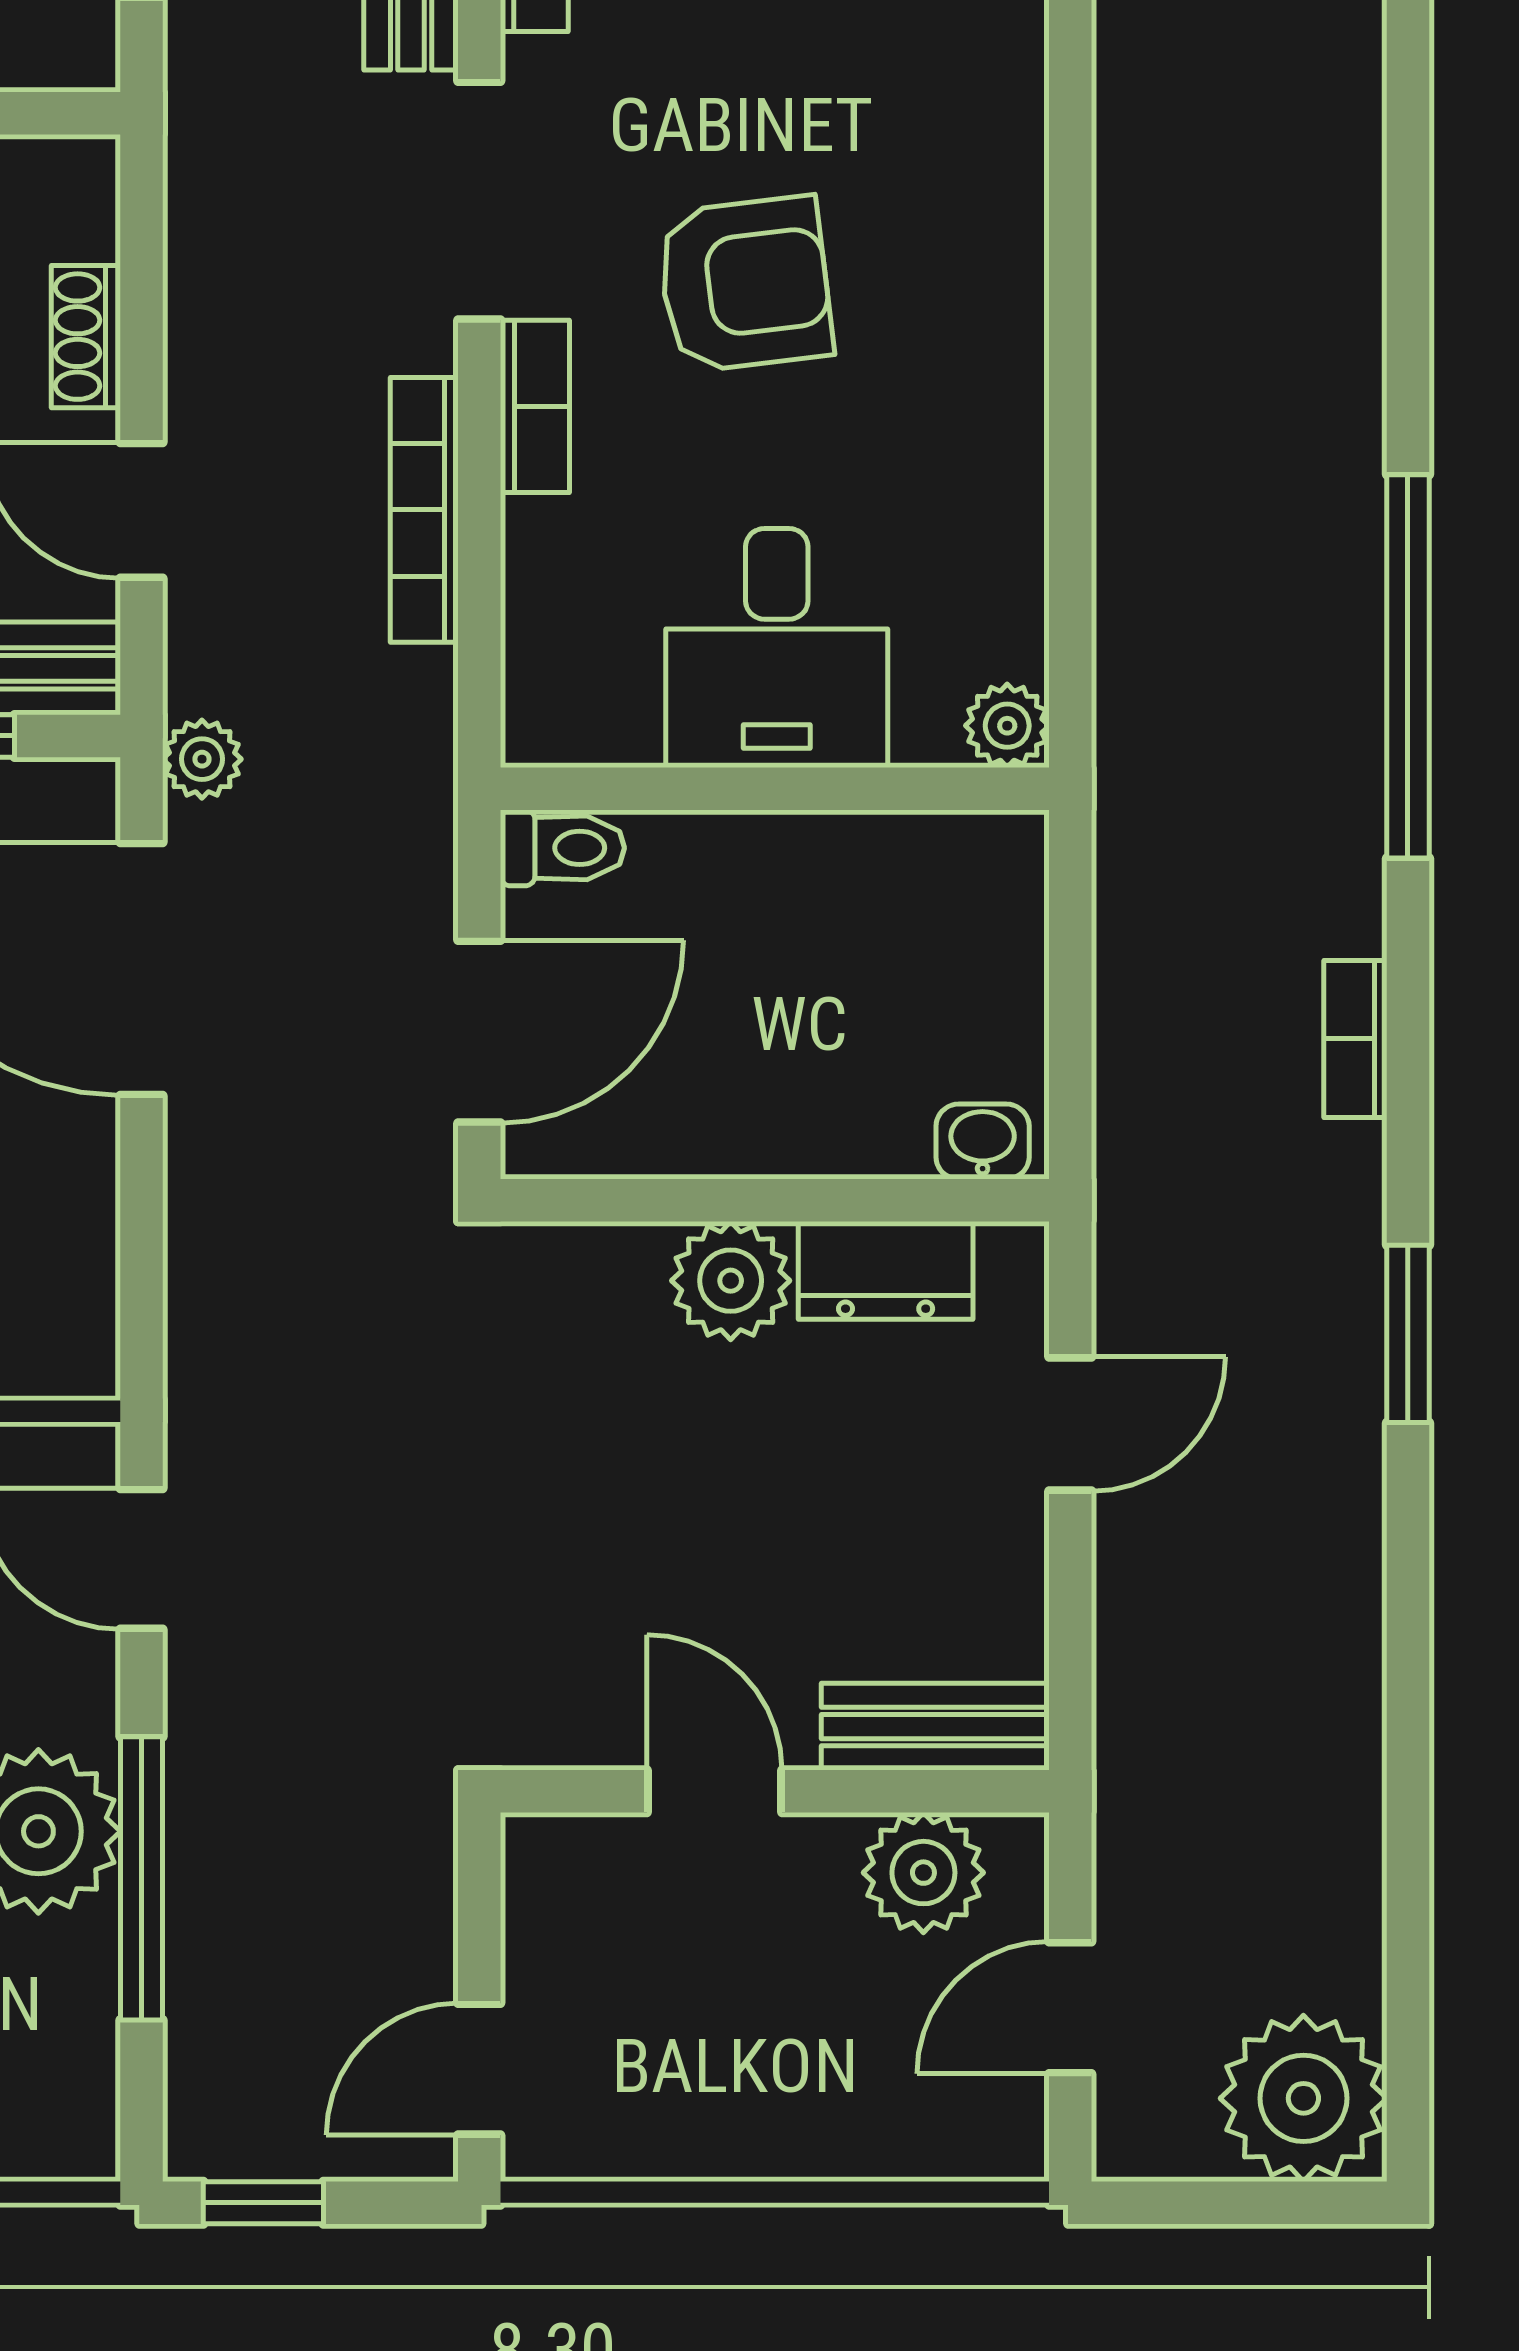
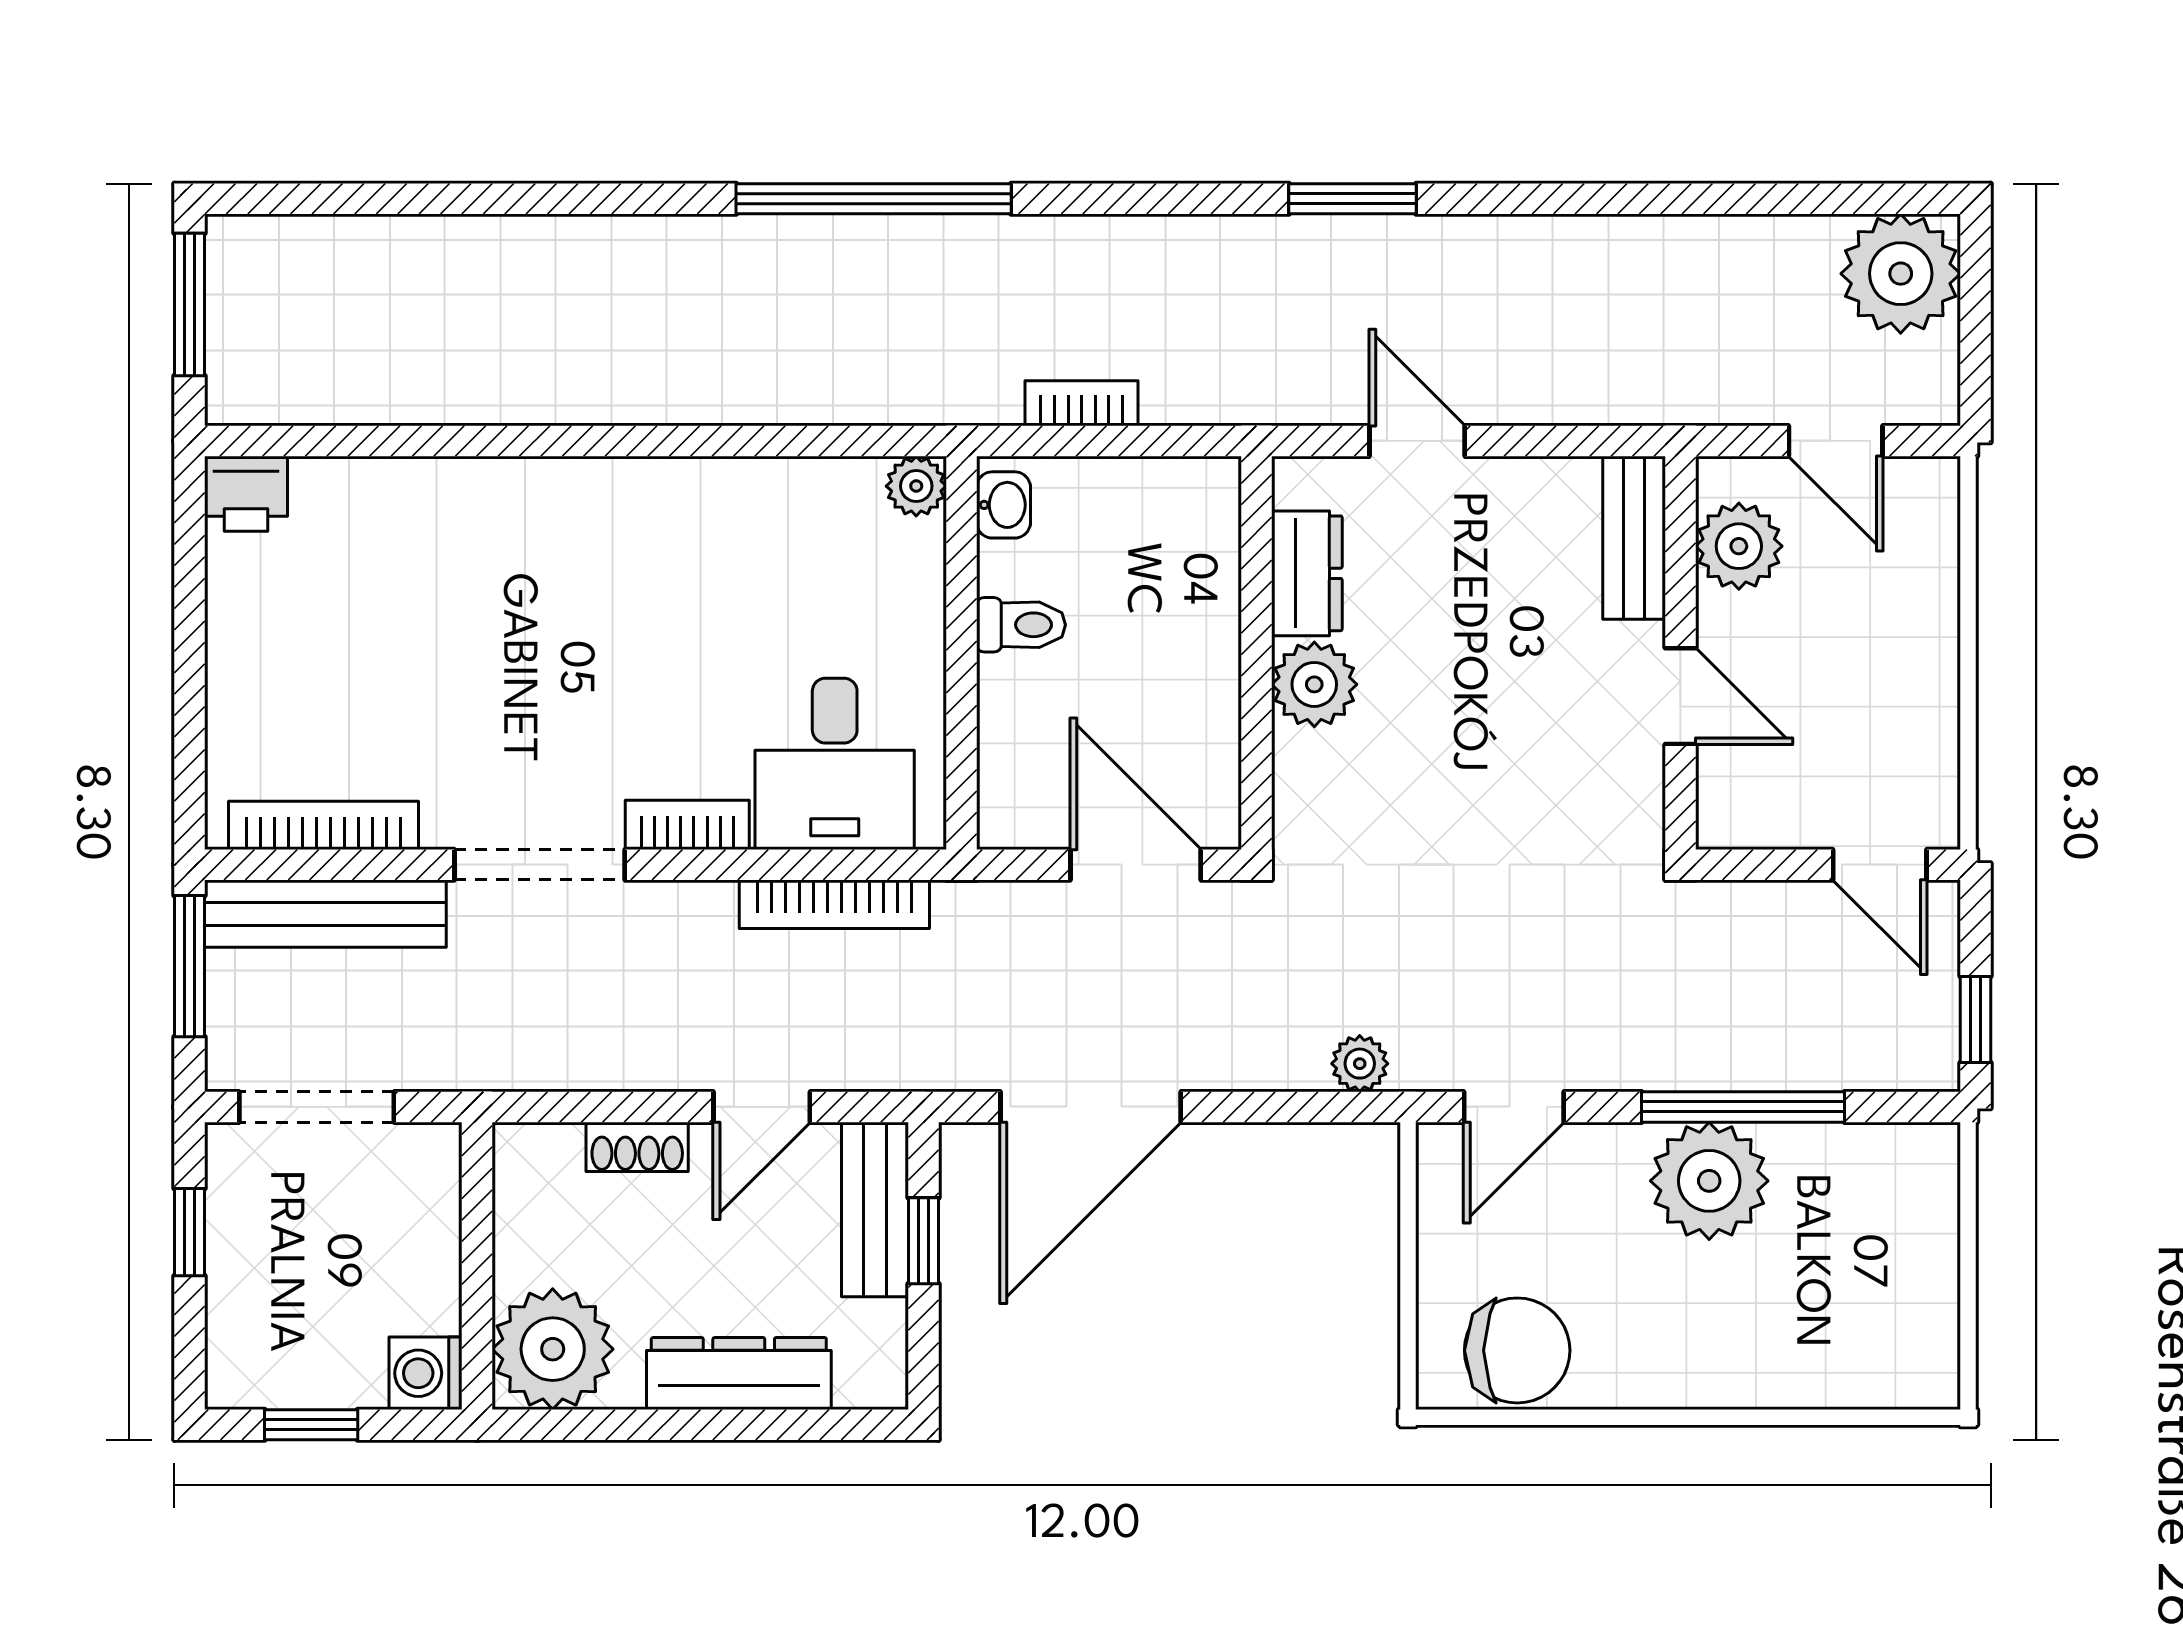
armchair: (745, 284) -> (600, 674), removed
bookcase: (424, 510) -> (834, 904), moved
desk: (777, 648) -> (835, 764), moved, turned 90
plant: (202, 759) -> (1360, 1064), moved
toilet: (562, 848) -> (1021, 625), moved, turned 90
bookcase: (1355, 1039) -> (1082, 403), moved, turned 180
washbasin: (983, 1142) -> (1004, 505), moved, turned 180
door: (714, 1791) -> (1680, 696), swing flipped

